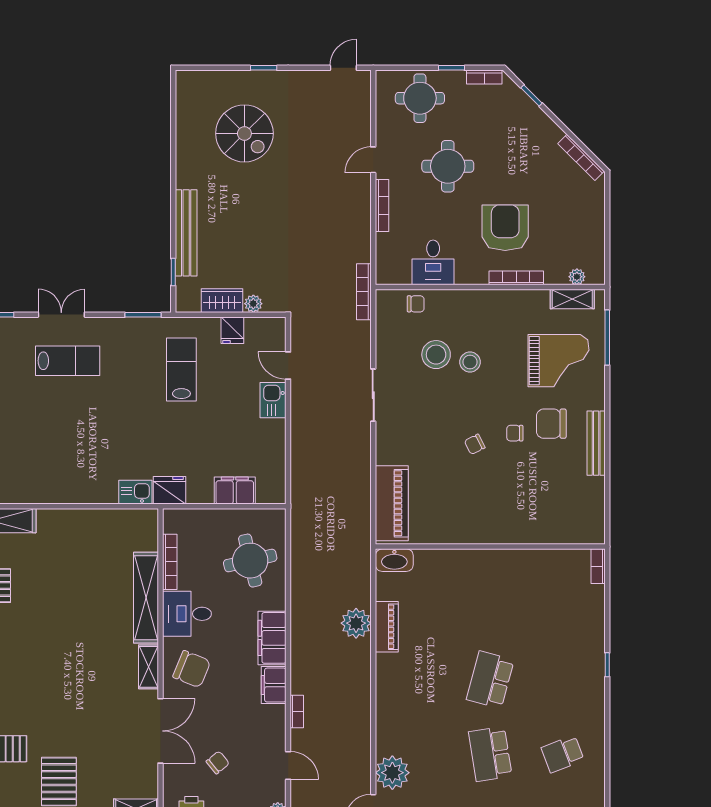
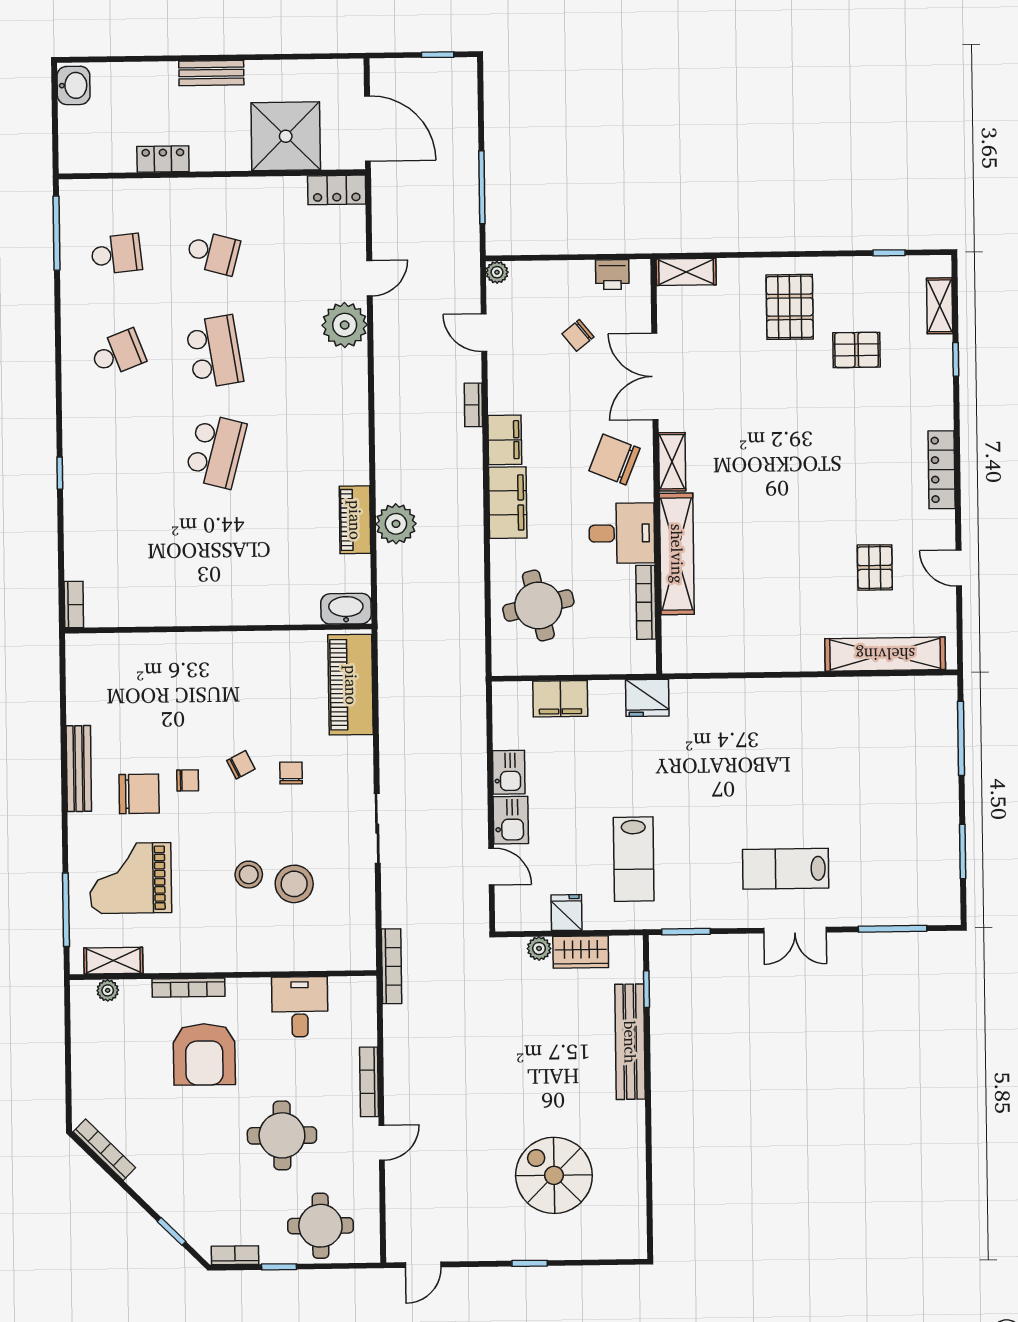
chair: (416, 304) -> (291, 773), moved, turned 90
kitchen sink: (135, 492) -> (509, 772), moved, turned -90

